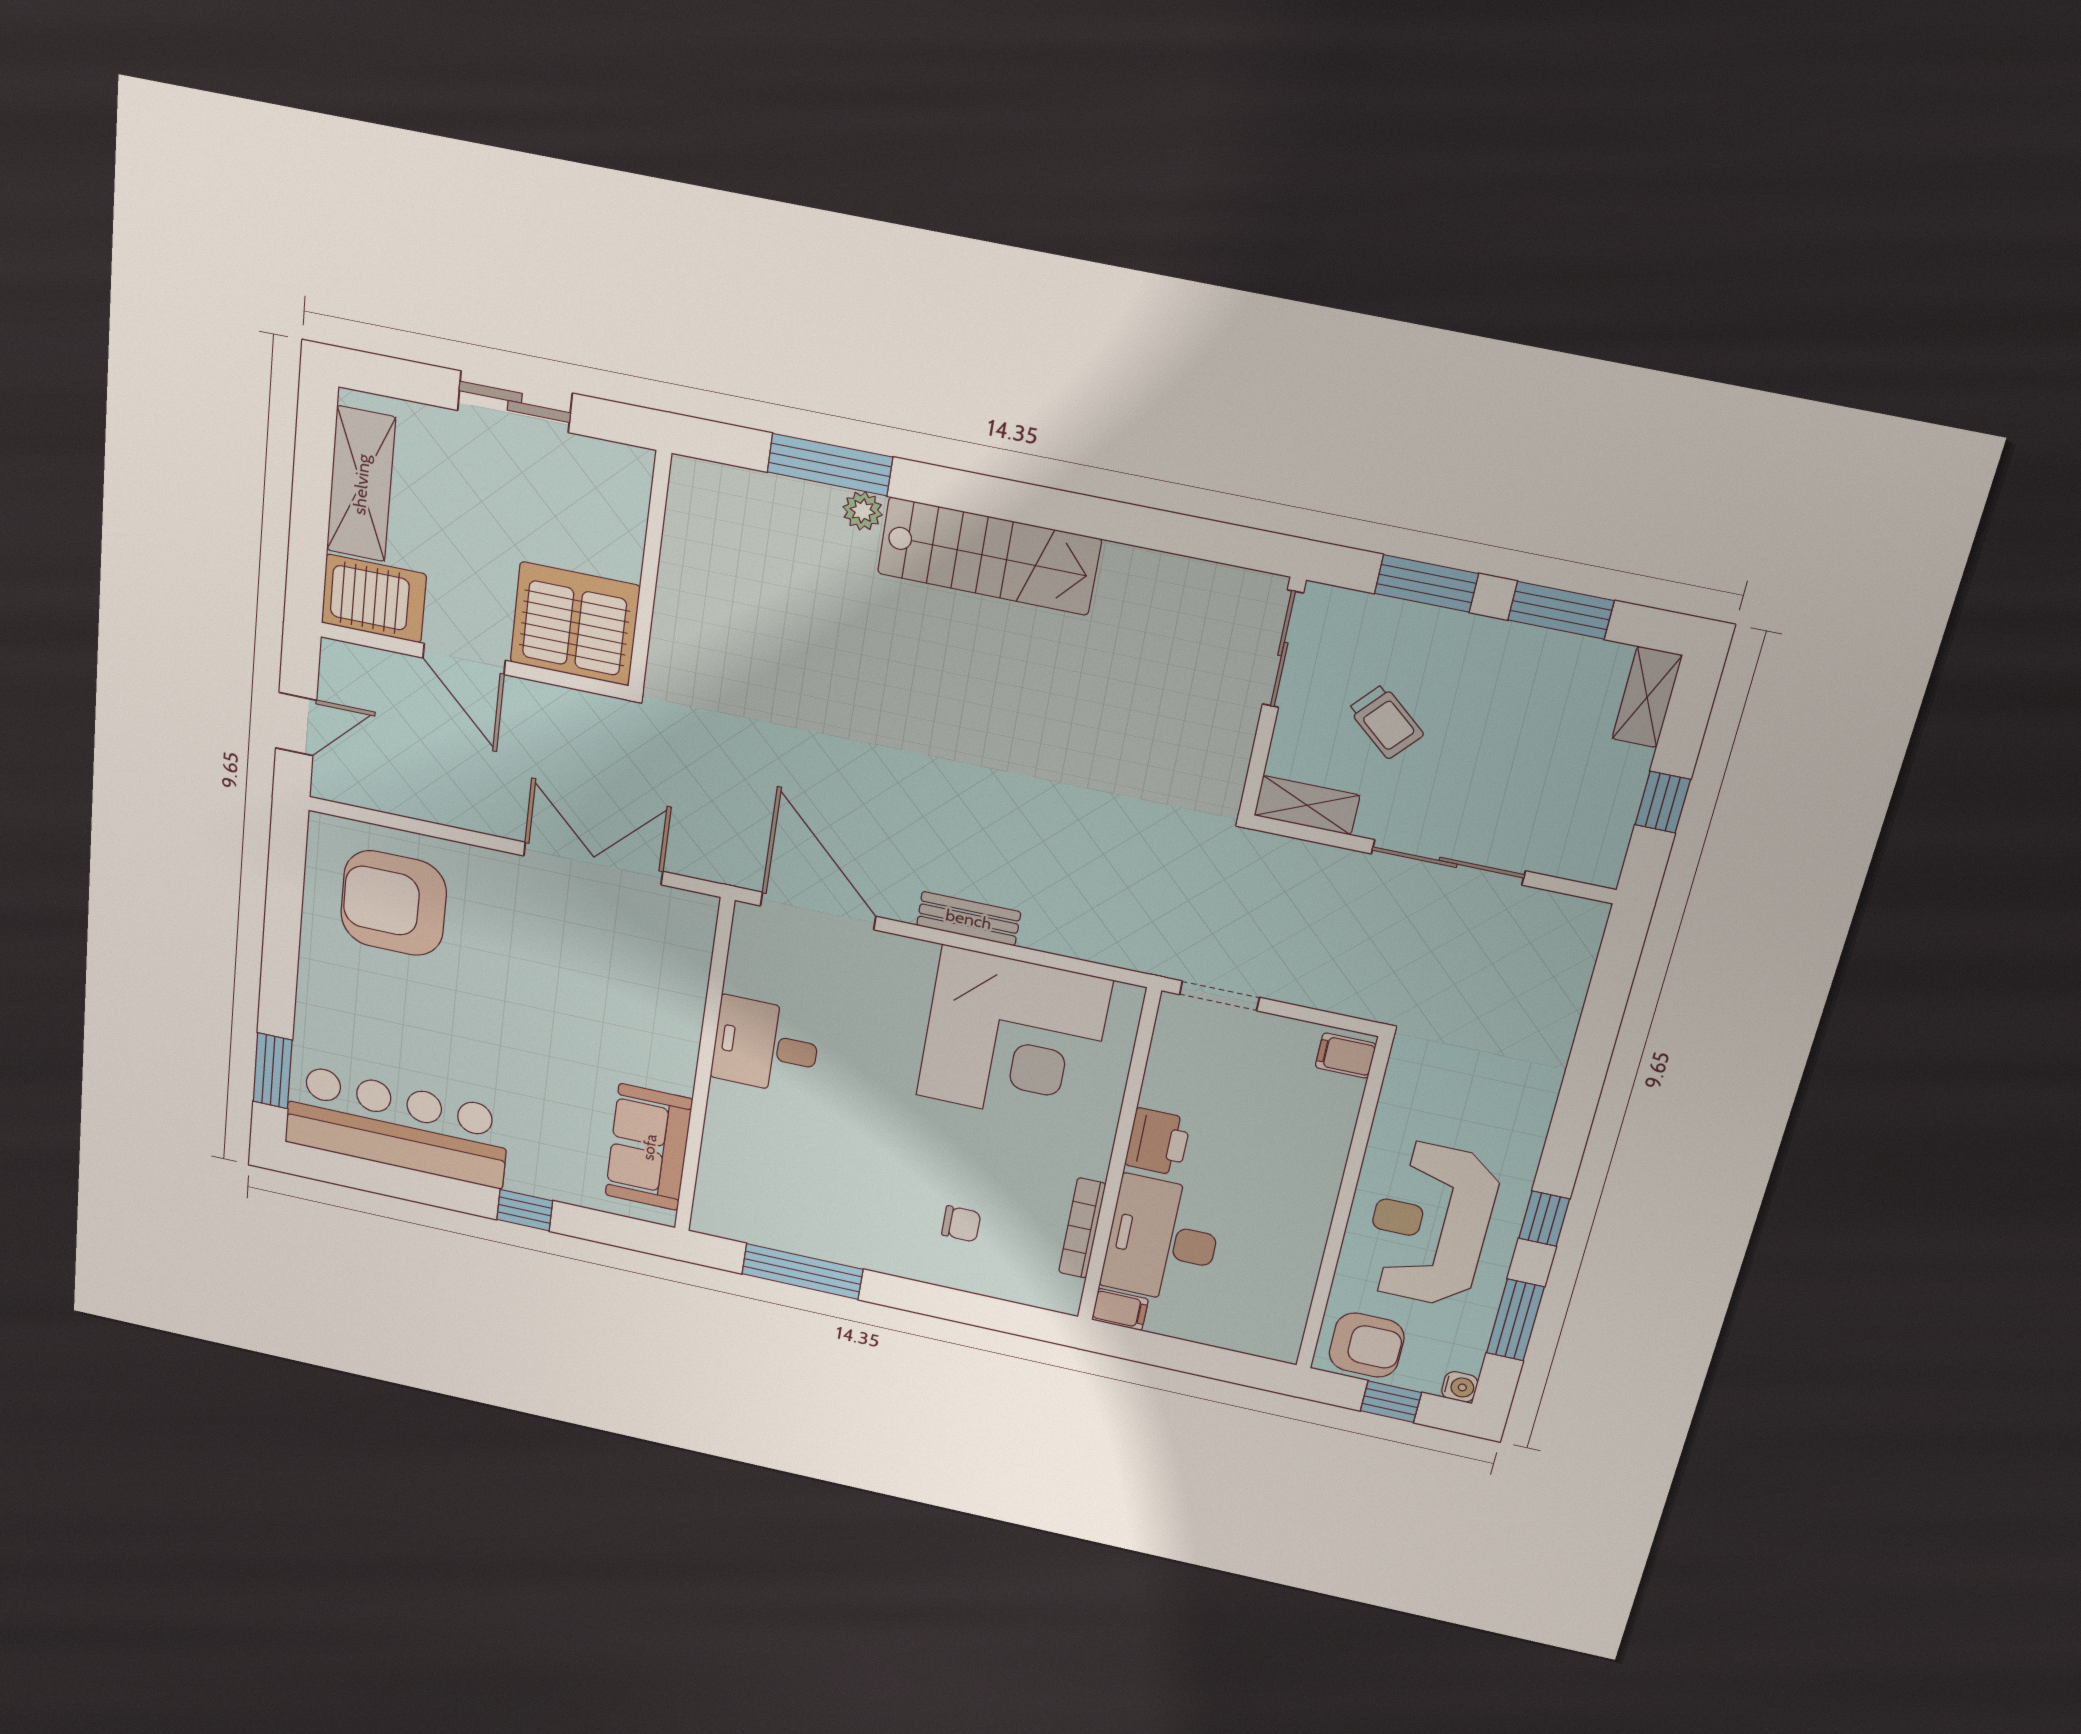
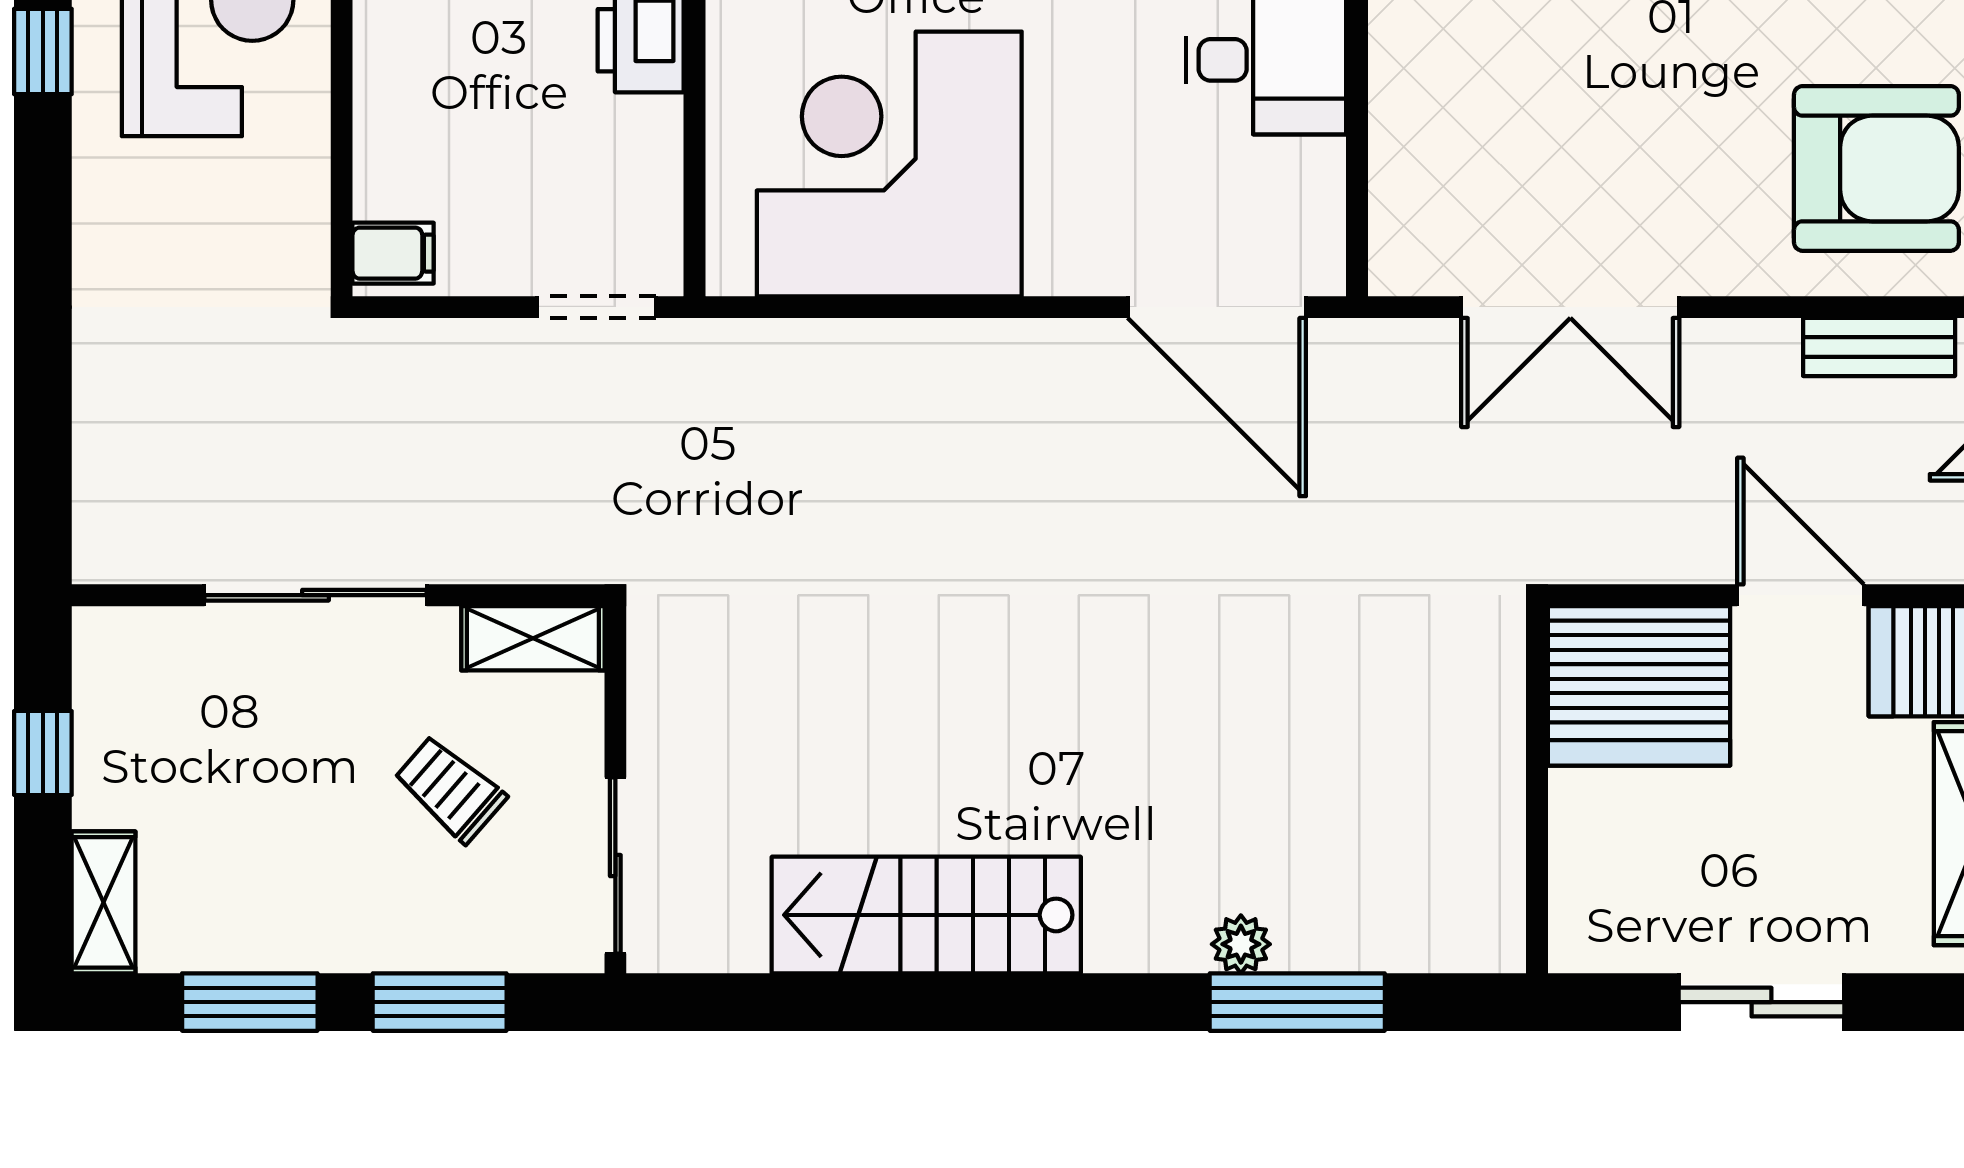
stairs: (989, 556) -> (926, 915), moved
bench: (969, 919) -> (1879, 347), moved

